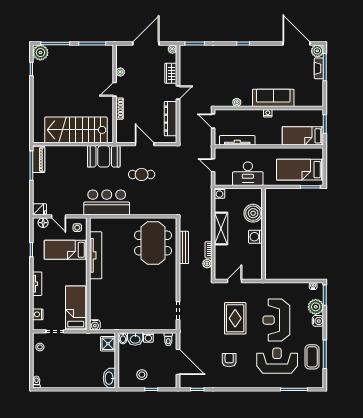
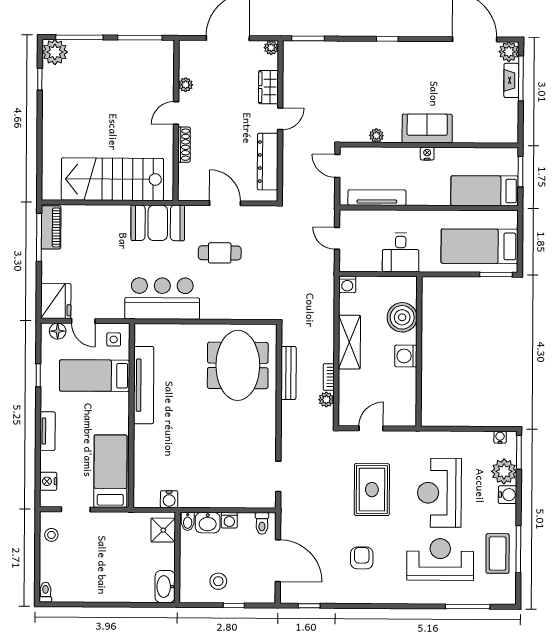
sofa: (273, 98) -> (427, 128), width x0.73
desk: (248, 174) -> (401, 252), width x0.73
fridge: (40, 209) -> (56, 301), width x1.88, depth x1.34
water cooler: (95, 325) -> (169, 499), moved

